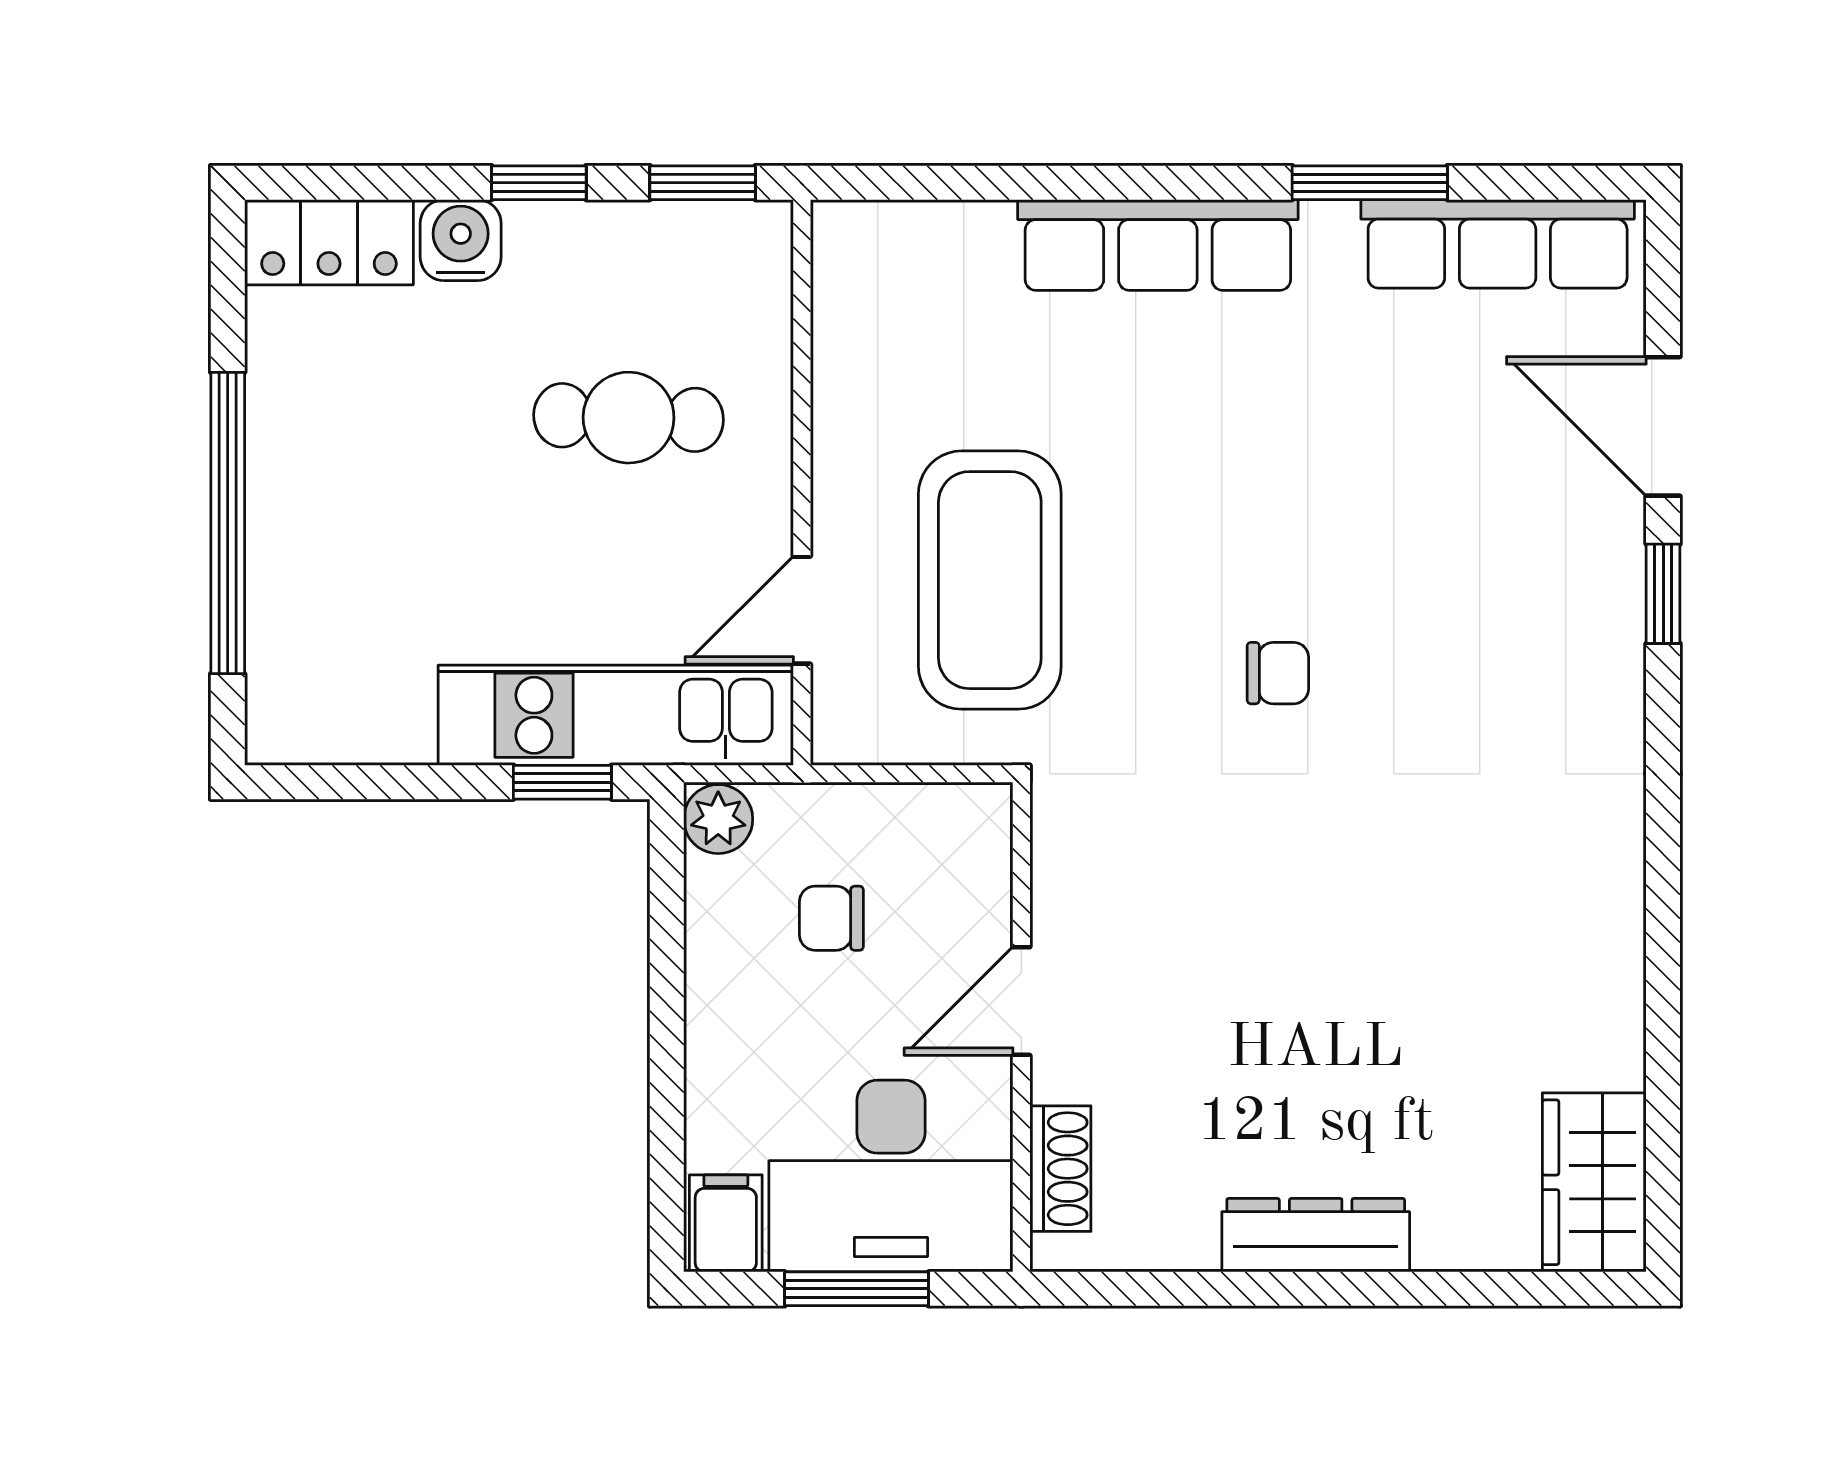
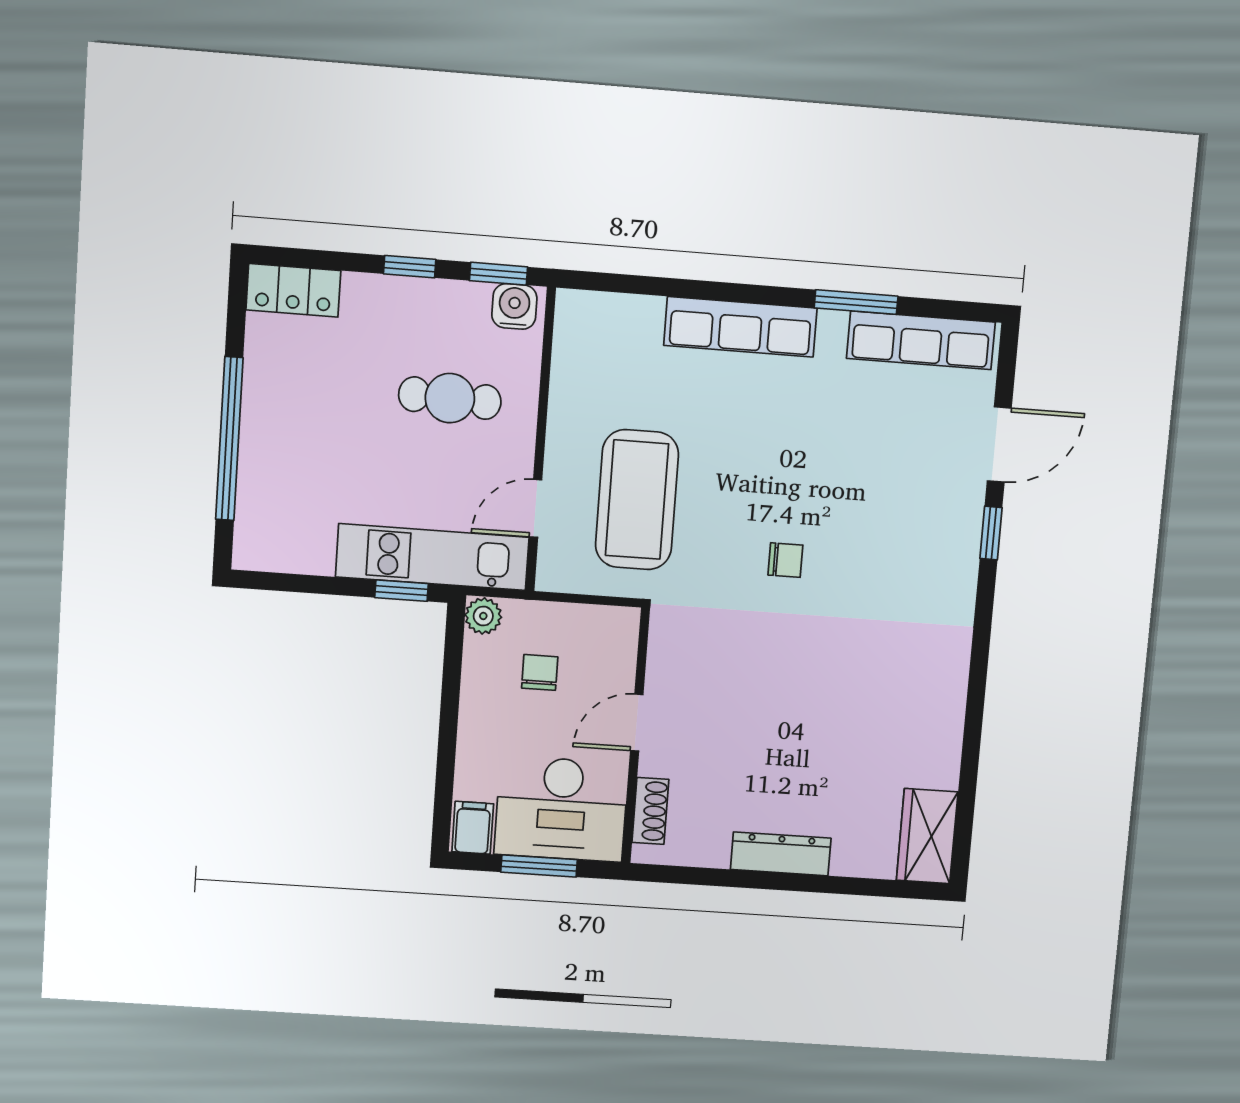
water cooler: (461, 240) -> (514, 306), moved
door: (1663, 426) -> (999, 445), swing flipped
chair: (831, 918) -> (540, 672), turned 90

